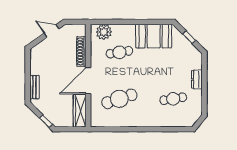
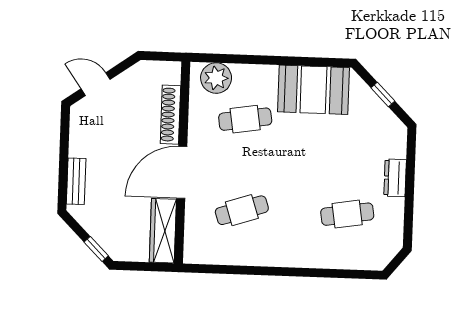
door: (52, 31) -> (96, 84), moved
cafe table: (119, 99) -> (242, 210), width x0.73, depth x0.74

